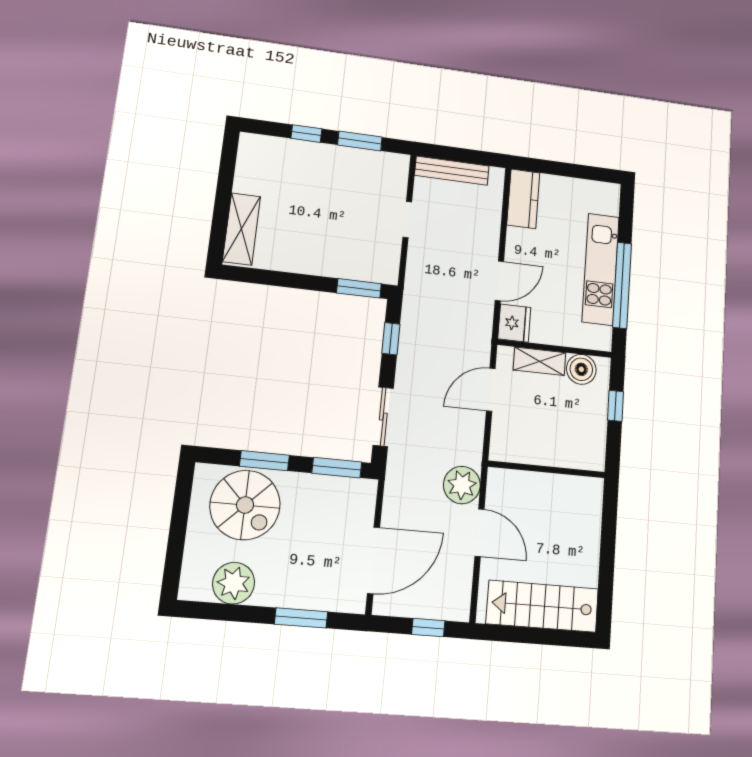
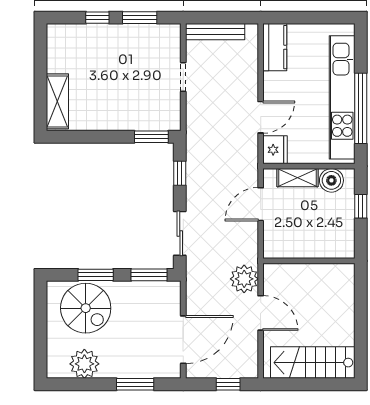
kitchen unit: (601, 269) -> (342, 97), width x1.36

